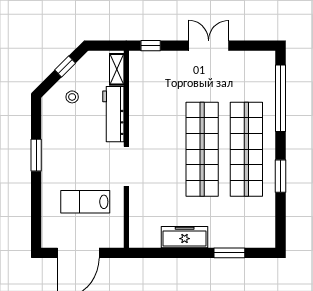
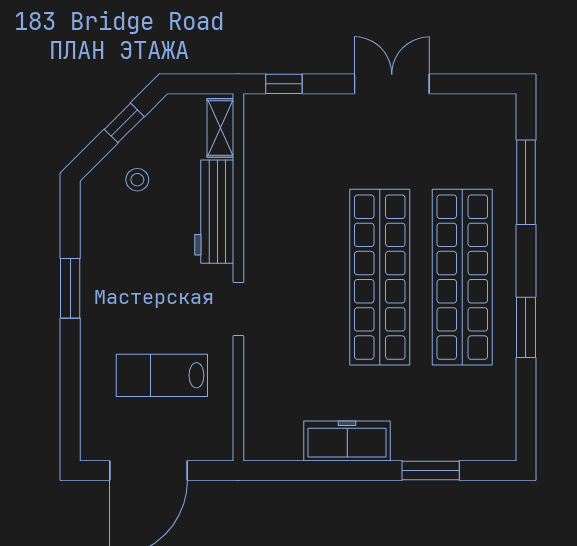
window: (280, 98) -> (526, 182), width x0.68
doorway: (126, 166) -> (238, 309), width x0.73

